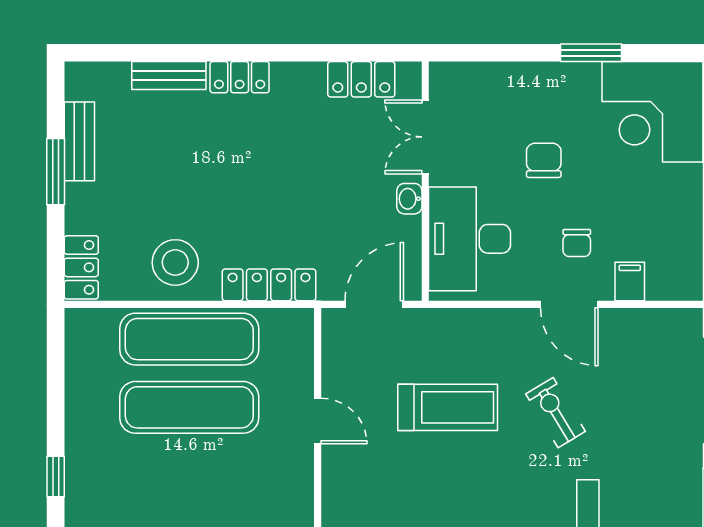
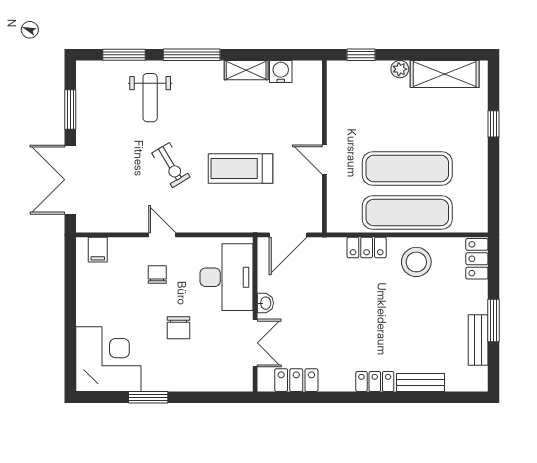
filing cabinet: (630, 281) -> (98, 250), moved
locker: (269, 285) -> (367, 248), width x0.66
door: (569, 304) -> (162, 235), width x0.73

